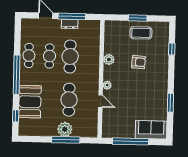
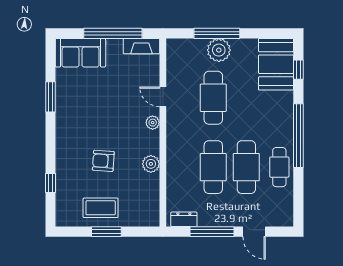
dresser: (70, 24) -> (184, 219), moved
cafe table: (49, 56) -> (246, 167), width x1.37, depth x1.35
booth: (30, 102) -> (276, 64), moved
fireplace: (113, 133) -> (141, 46), added

